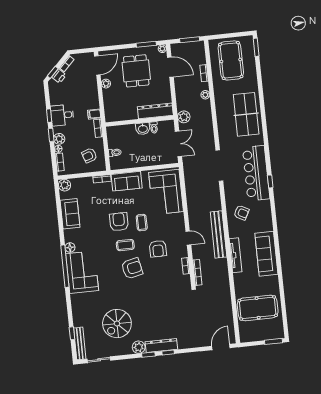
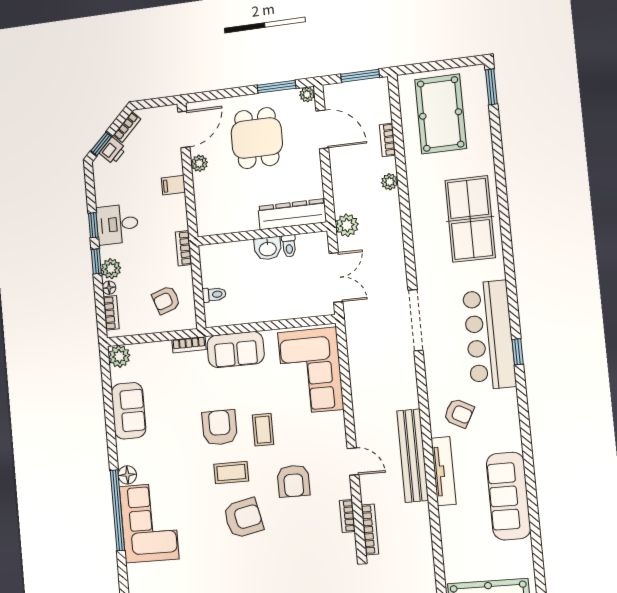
filing cabinet: (94, 114) -> (173, 185), moved
tv unit: (236, 255) -> (444, 471), moved

